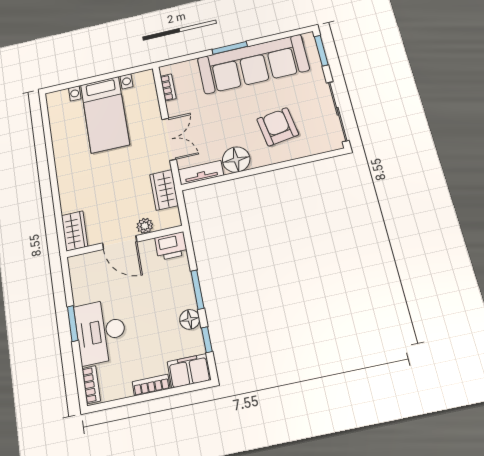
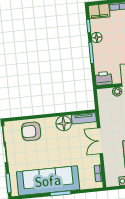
armchair: (278, 127) -> (31, 131), moved, turned 99
wardrobe: (164, 190) -> (105, 111), removed

